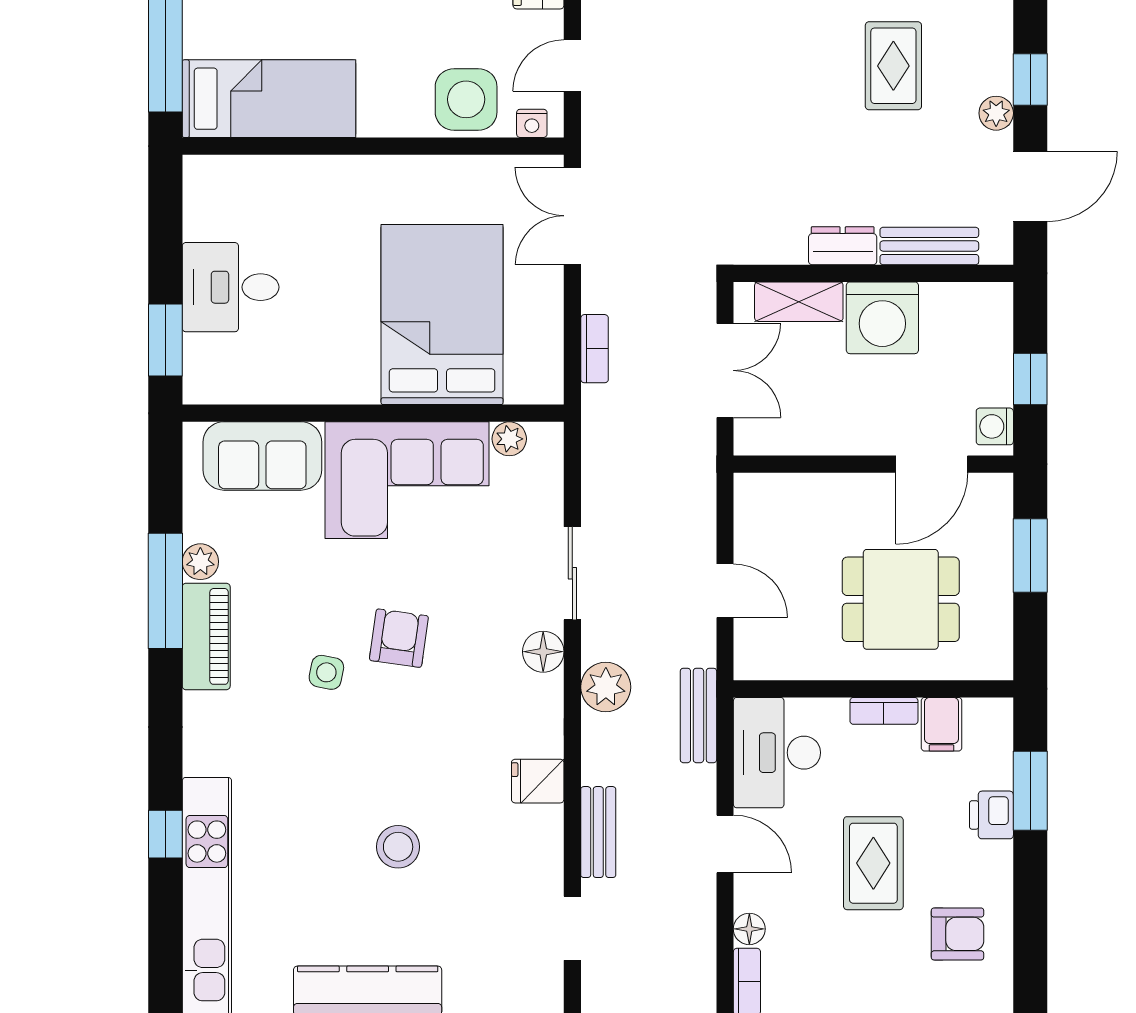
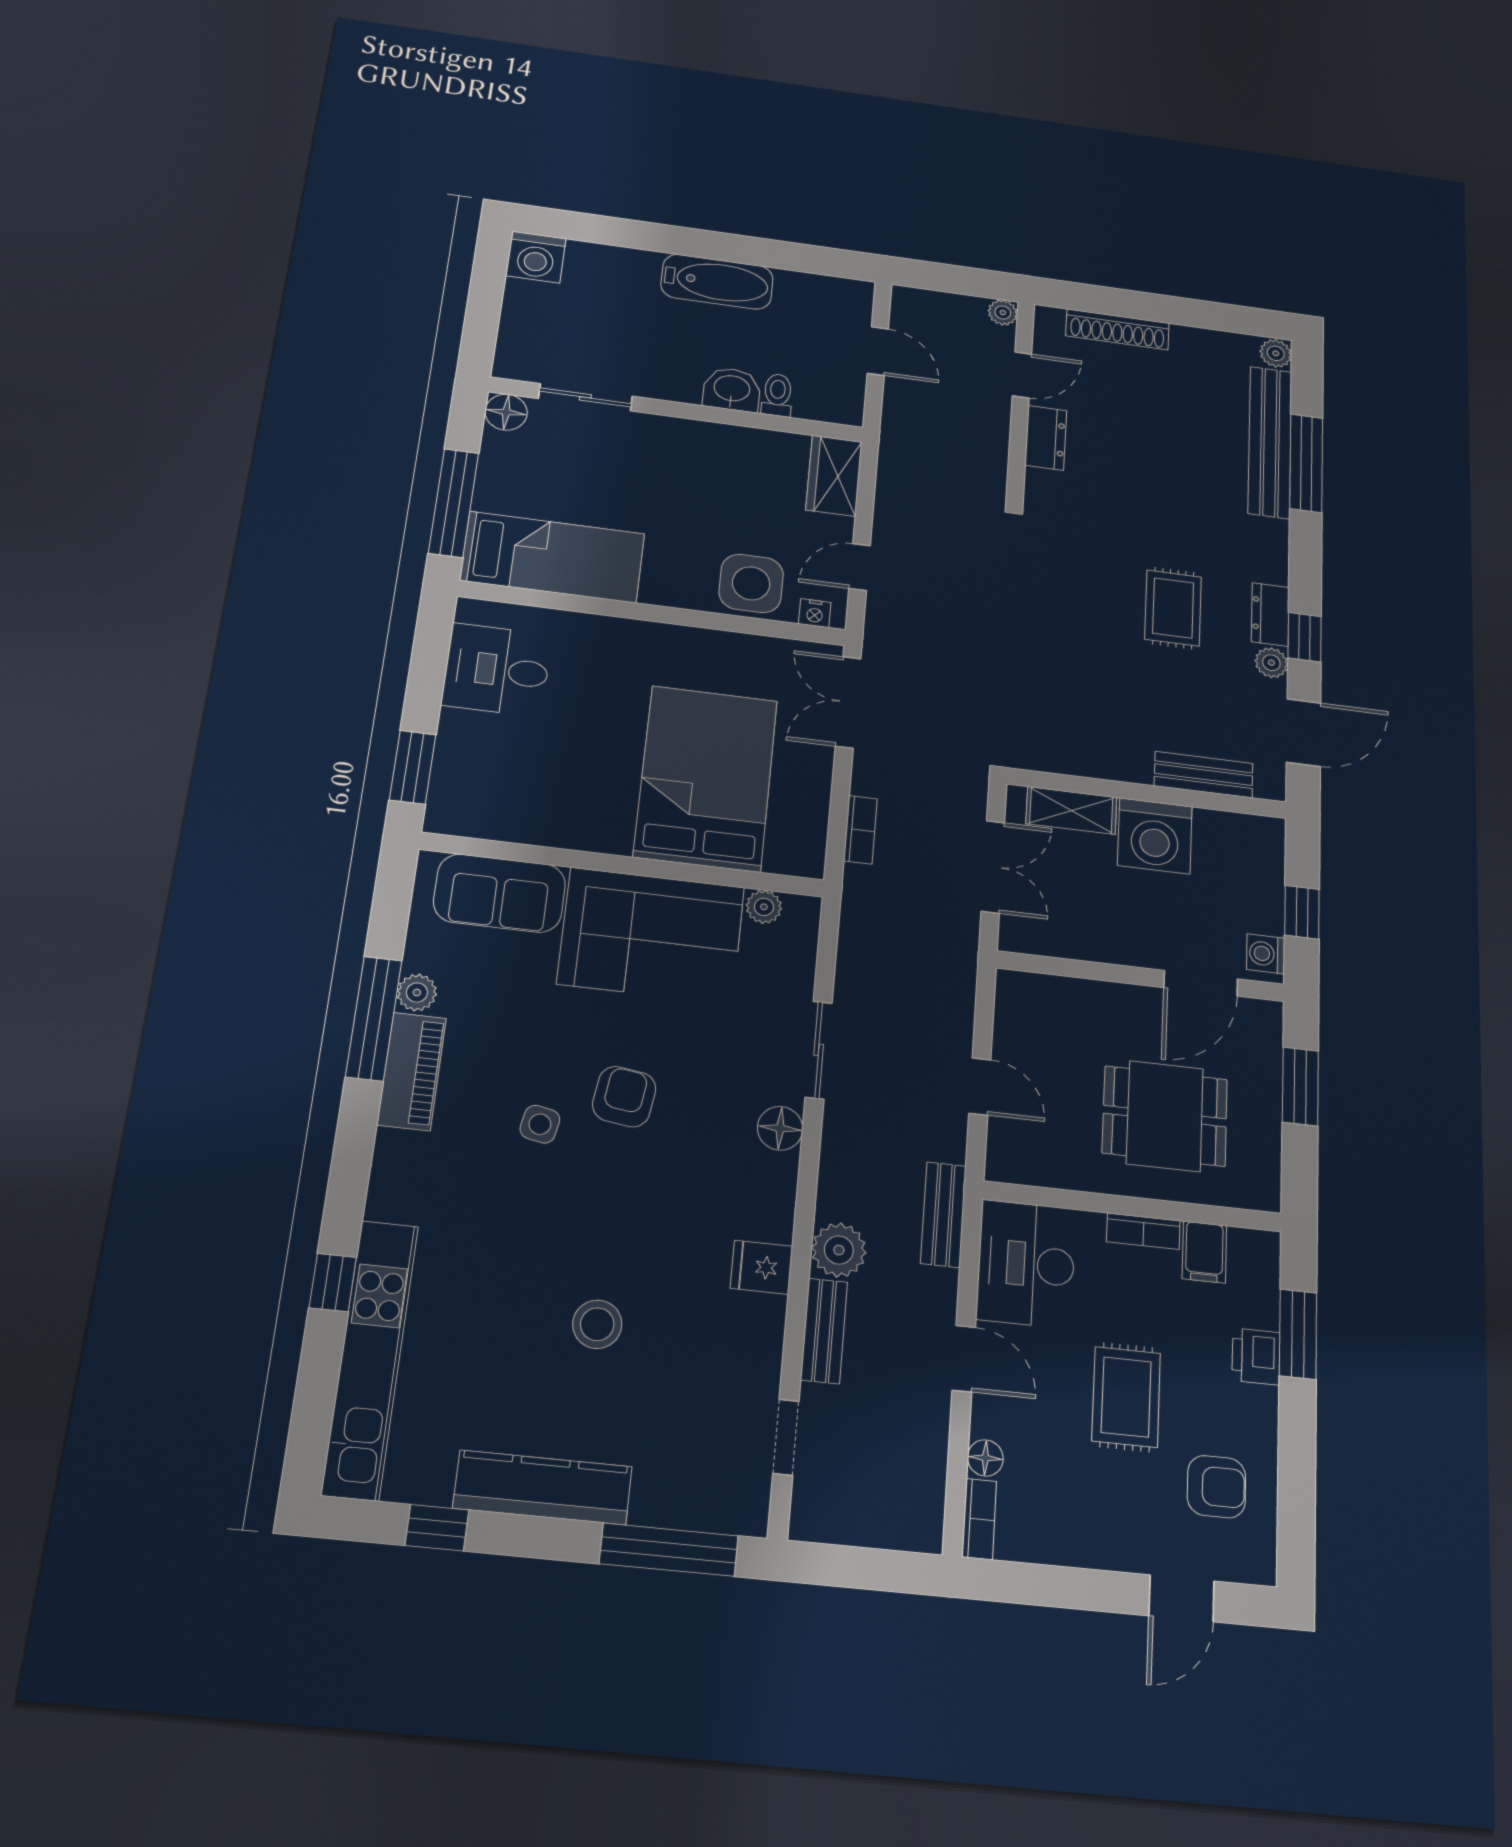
dresser: (843, 246) -> (1270, 614), moved, turned -90
desk: (231, 287) -> (497, 670), moved
plant: (606, 687) -> (839, 1250), moved

